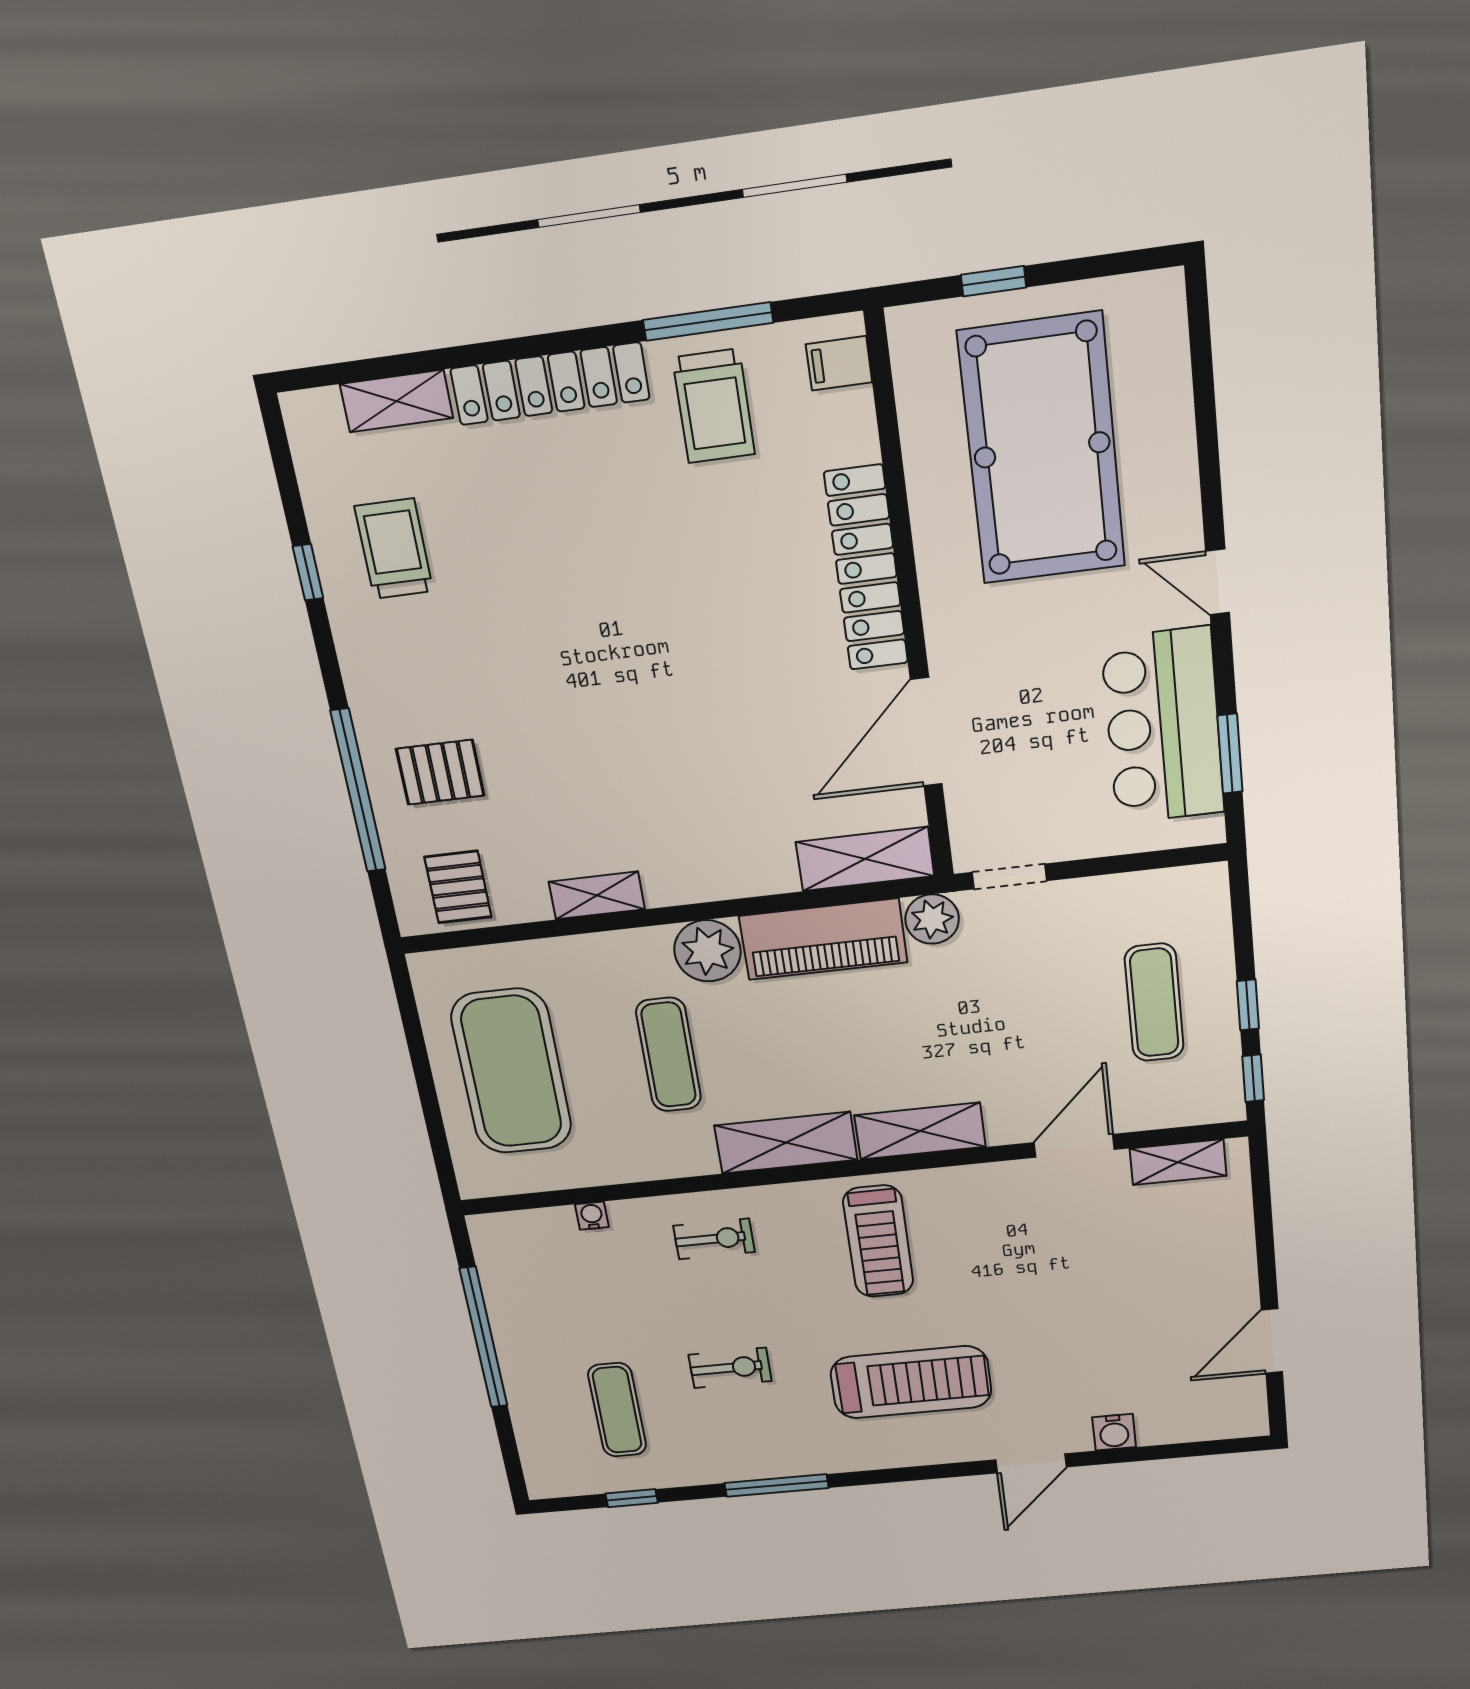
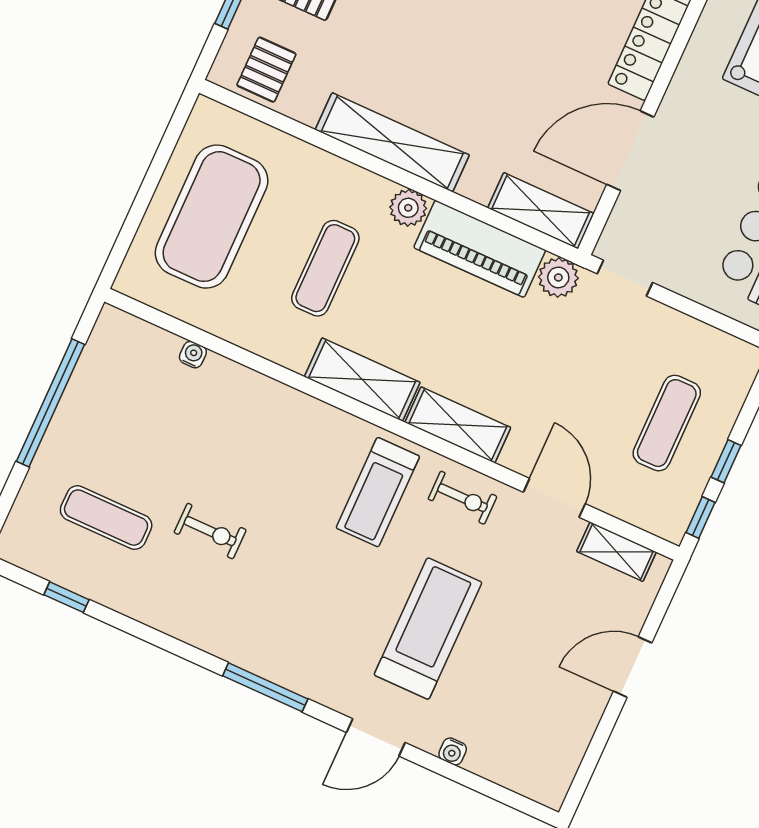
shelving: (597, 895) -> (392, 142), width x2.20, depth x1.33
plant: (707, 951) -> (408, 208), width x0.73, depth x0.73
door: (1074, 1146) -> (554, 498), hinge flipped
exercise bike: (714, 1239) -> (463, 498), moved
door: (1272, 1341) -> (633, 667), moved
treadmill: (911, 1382) -> (428, 629), moved, turned -90
exercise mat: (617, 1410) -> (106, 518), turned 90
water cooler: (1114, 1432) -> (453, 751), width x0.72, depth x0.72
window: (776, 1486) -> (265, 687), moved

